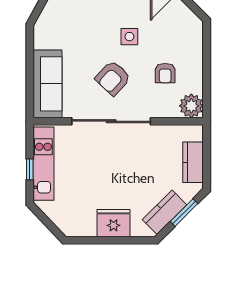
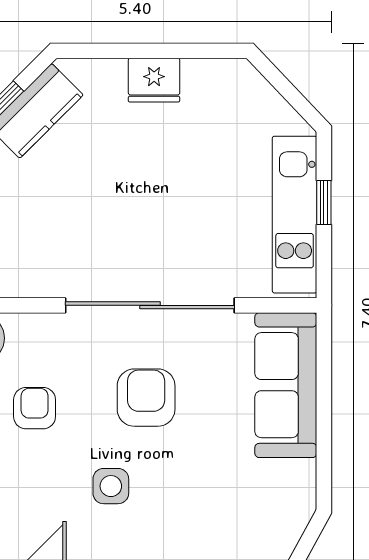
armchair: (113, 78) -> (146, 398), turned -43
fridge: (114, 223) -> (154, 80), width x0.73, depth x0.75

